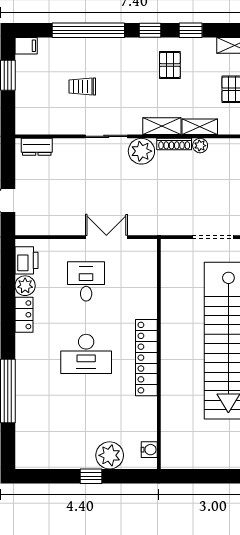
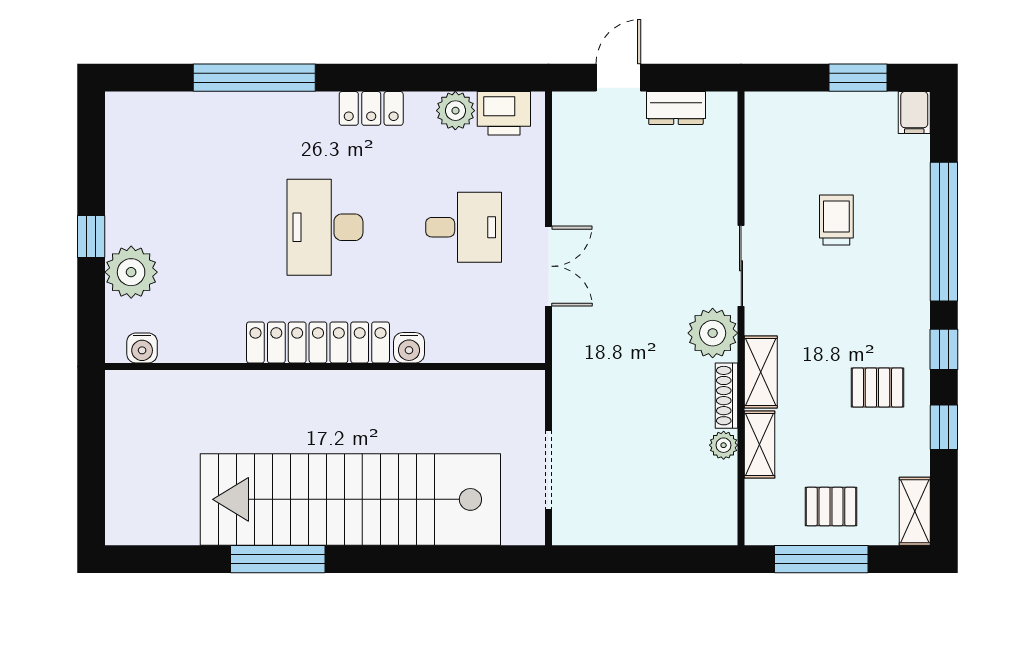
dresser: (37, 147) -> (676, 108), moved, turned -90
water cooler: (149, 310) -> (409, 348), added
locker: (24, 315) -> (371, 108), moved

